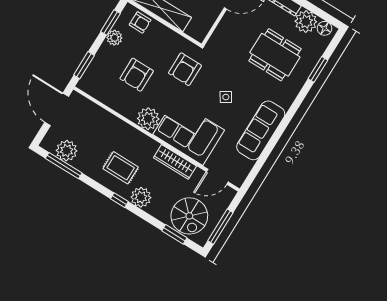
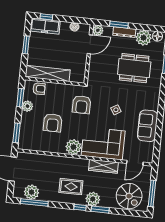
sofa: (261, 130) -> (148, 126), width x0.73
window: (174, 234) -> (100, 210), moved

